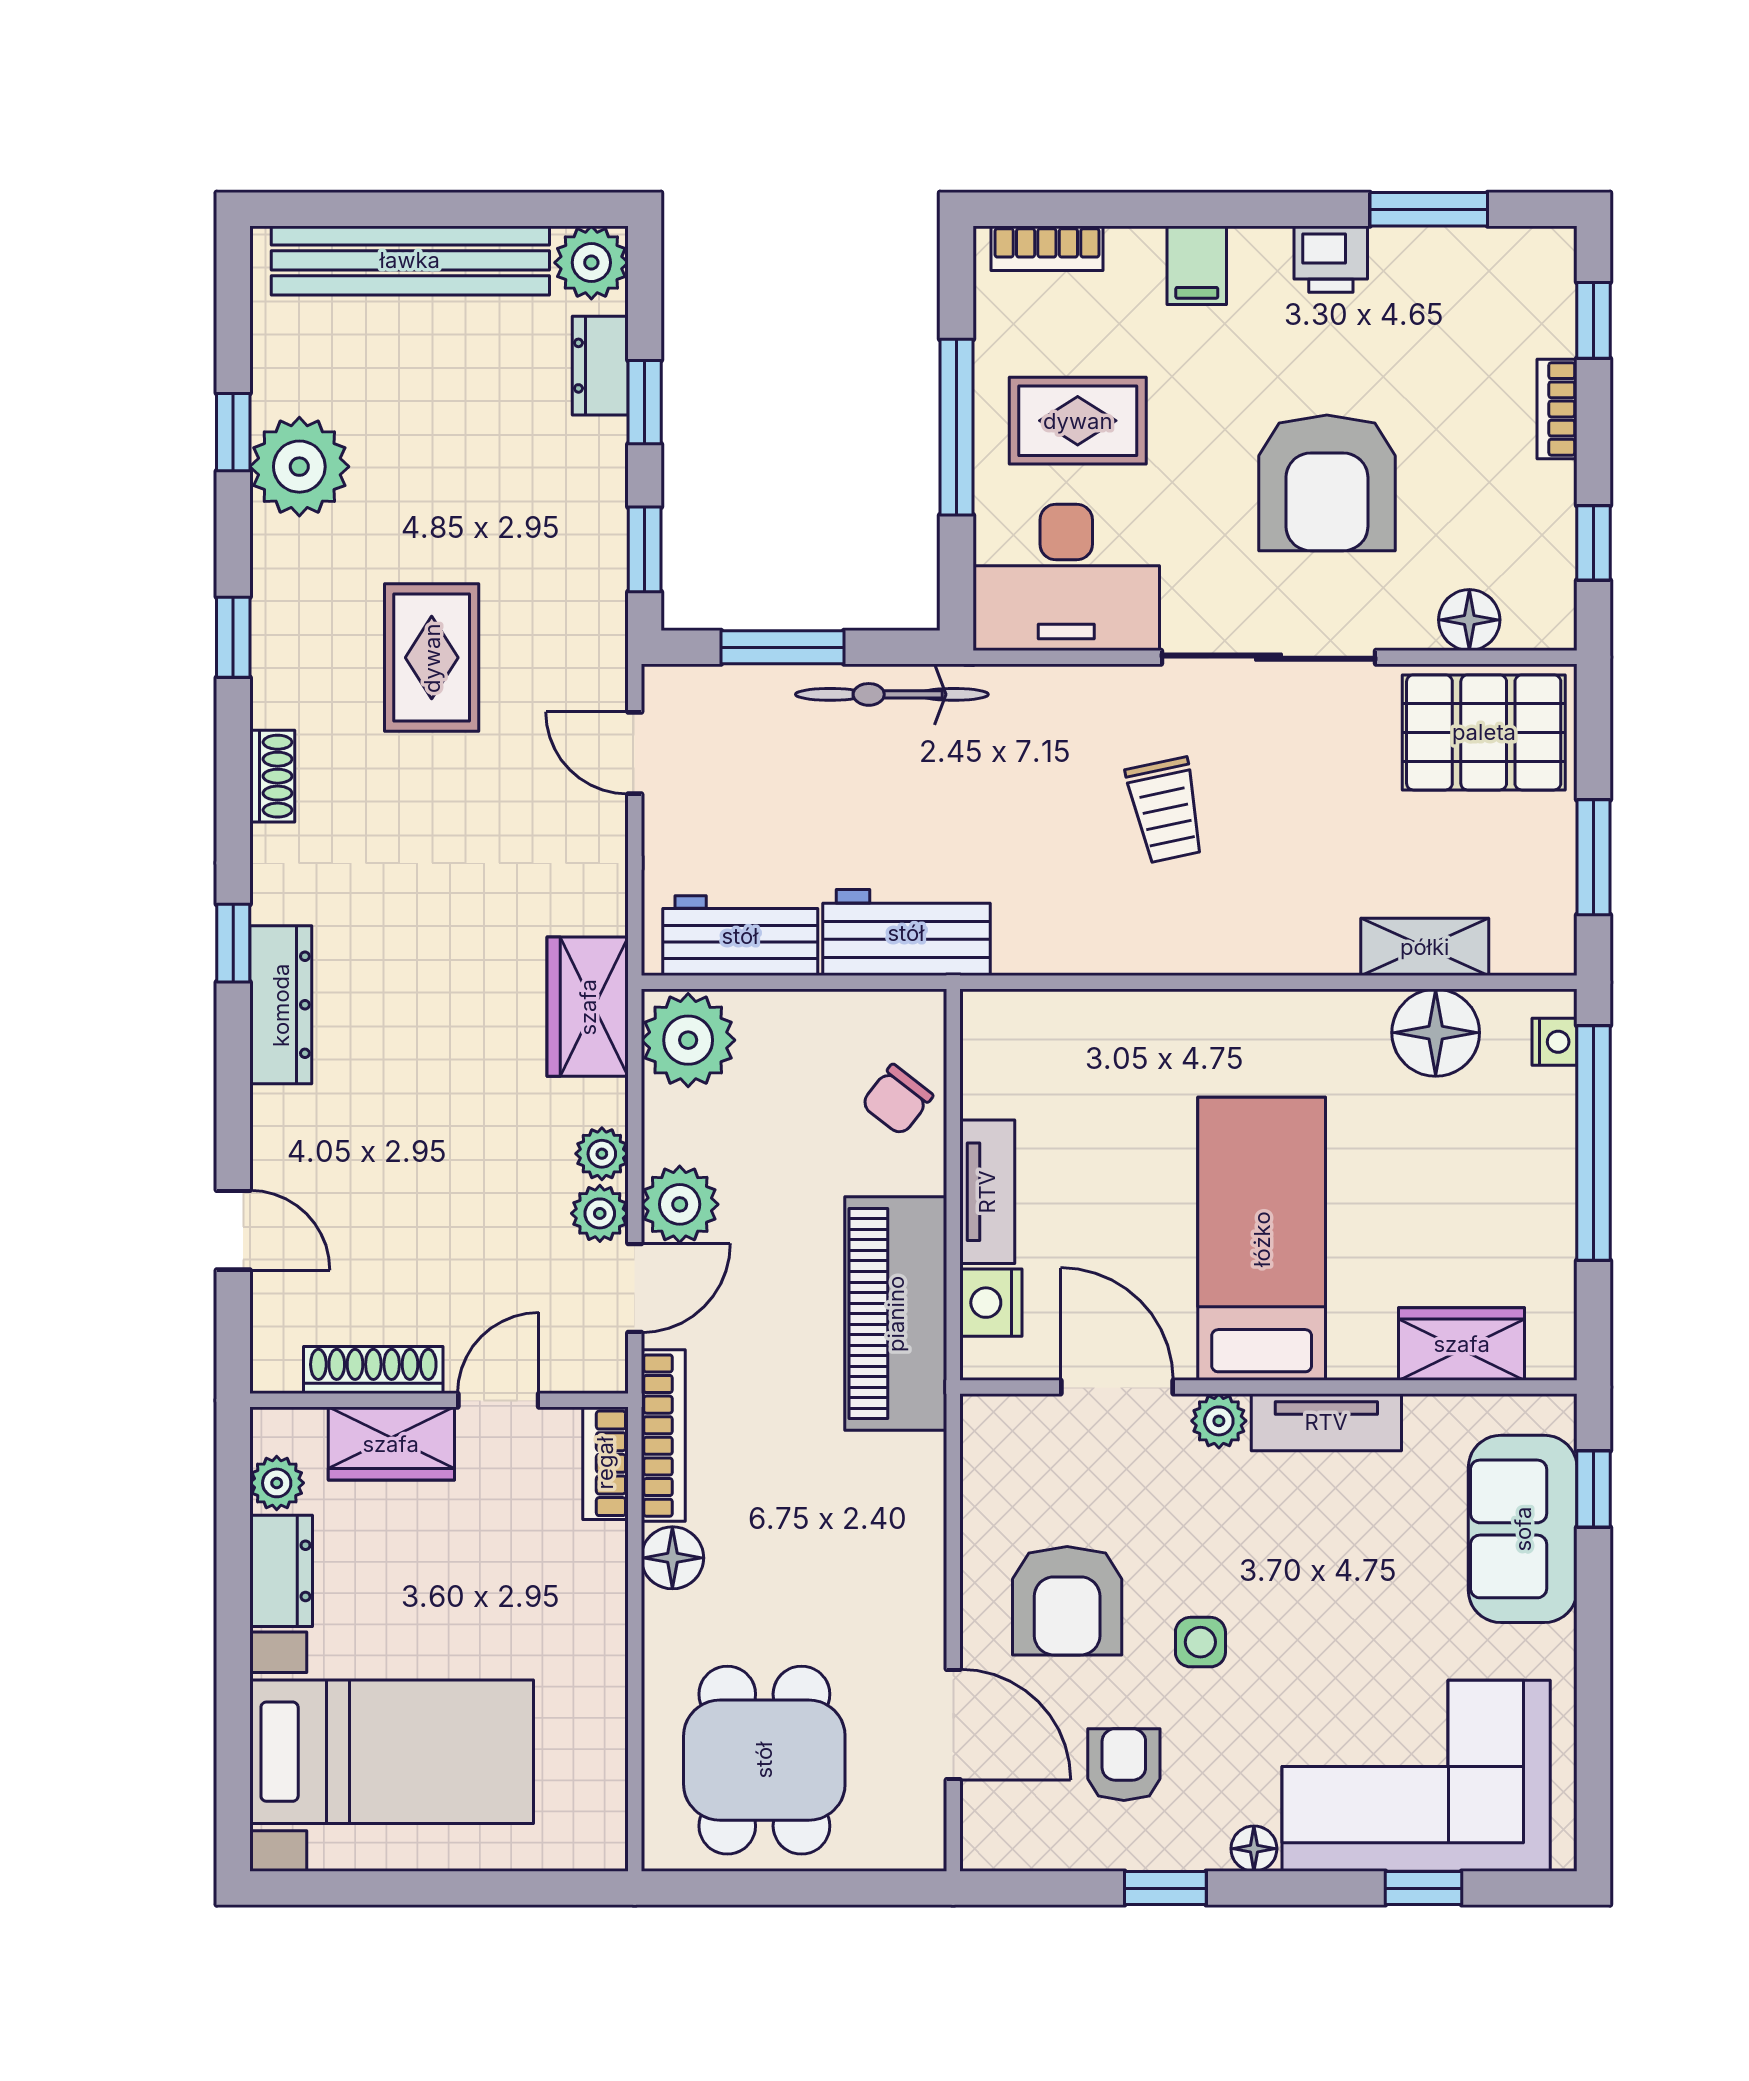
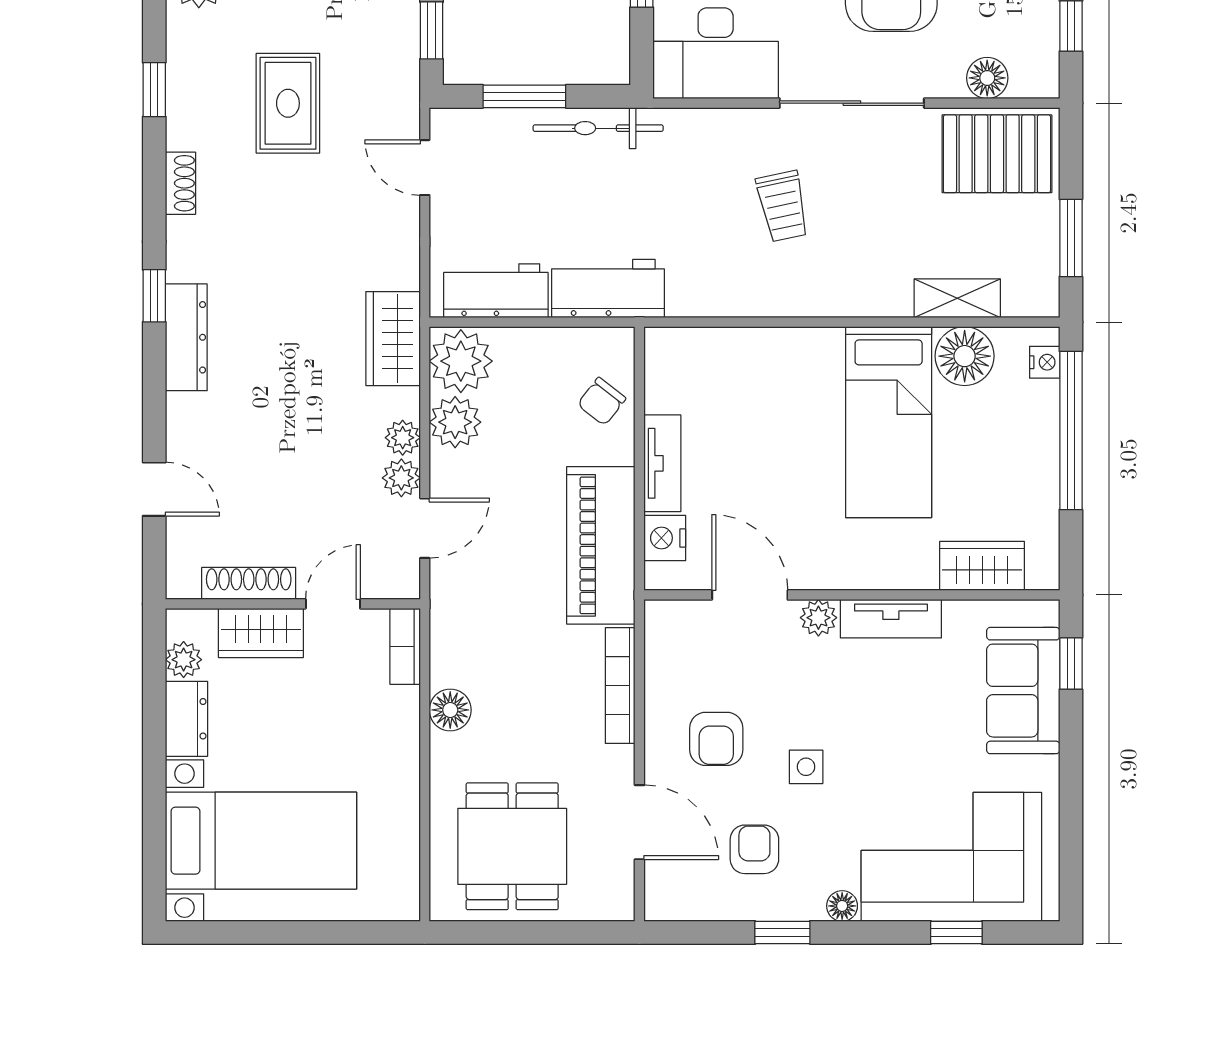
plant: (680, 1204) -> (455, 422), moved
bed: (1262, 1239) -> (889, 422), moved, turned 180
bookcase: (663, 1436) -> (620, 686), moved, turned 180
armchair: (1067, 1601) -> (716, 739), width x0.72, depth x0.72

